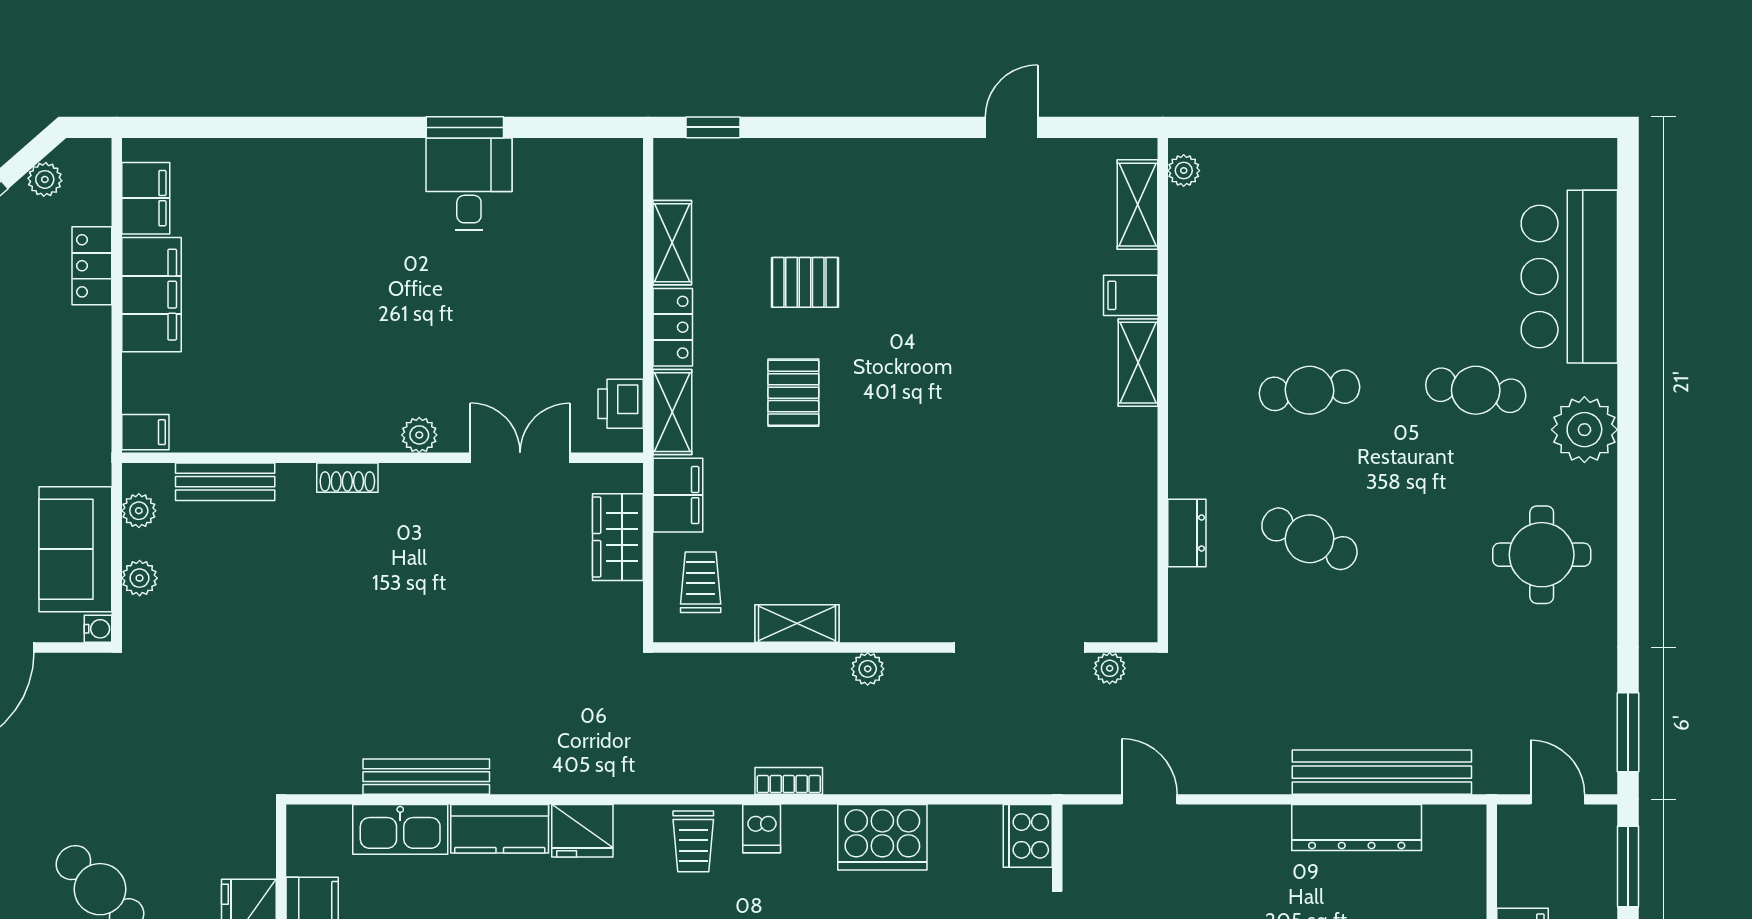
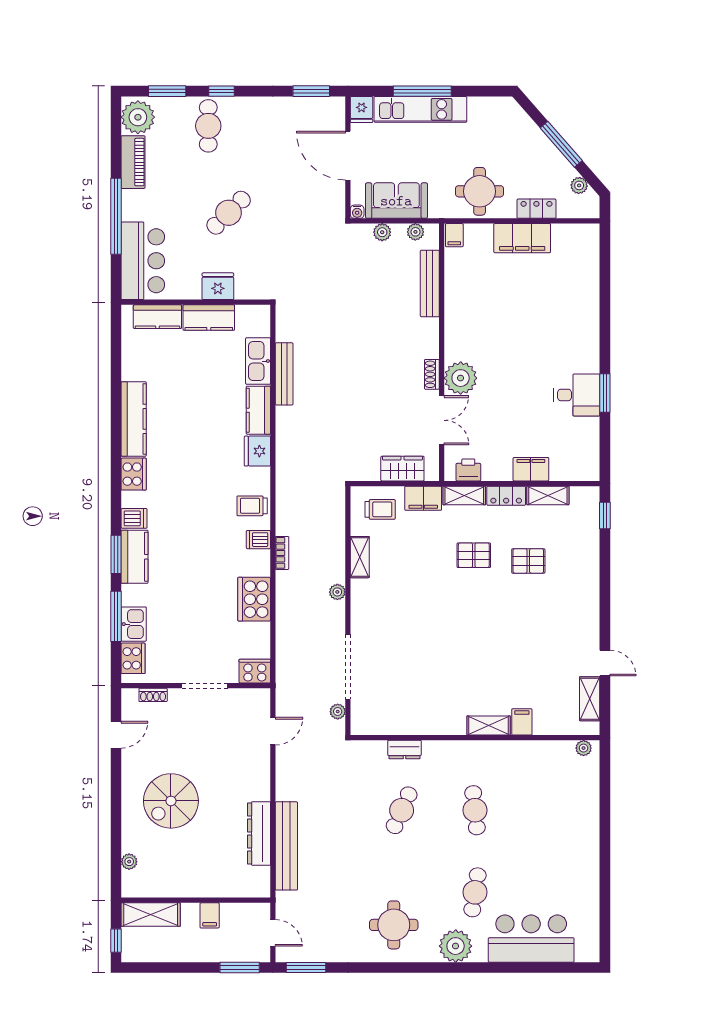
filing cabinet: (146, 198) -> (531, 469), moved, turned 180
shelving: (1137, 205) -> (590, 699), moved, turned 90
pallet: (805, 282) -> (528, 561), turned 90
round table: (57, 381) -> (480, 191), added
plant: (419, 435) -> (461, 378), width x1.88, depth x1.88
shoe rack: (347, 478) -> (432, 374), moved
bench: (225, 482) -> (430, 283), width x1.36
door: (1558, 799) -> (273, 933), hinge flipped

